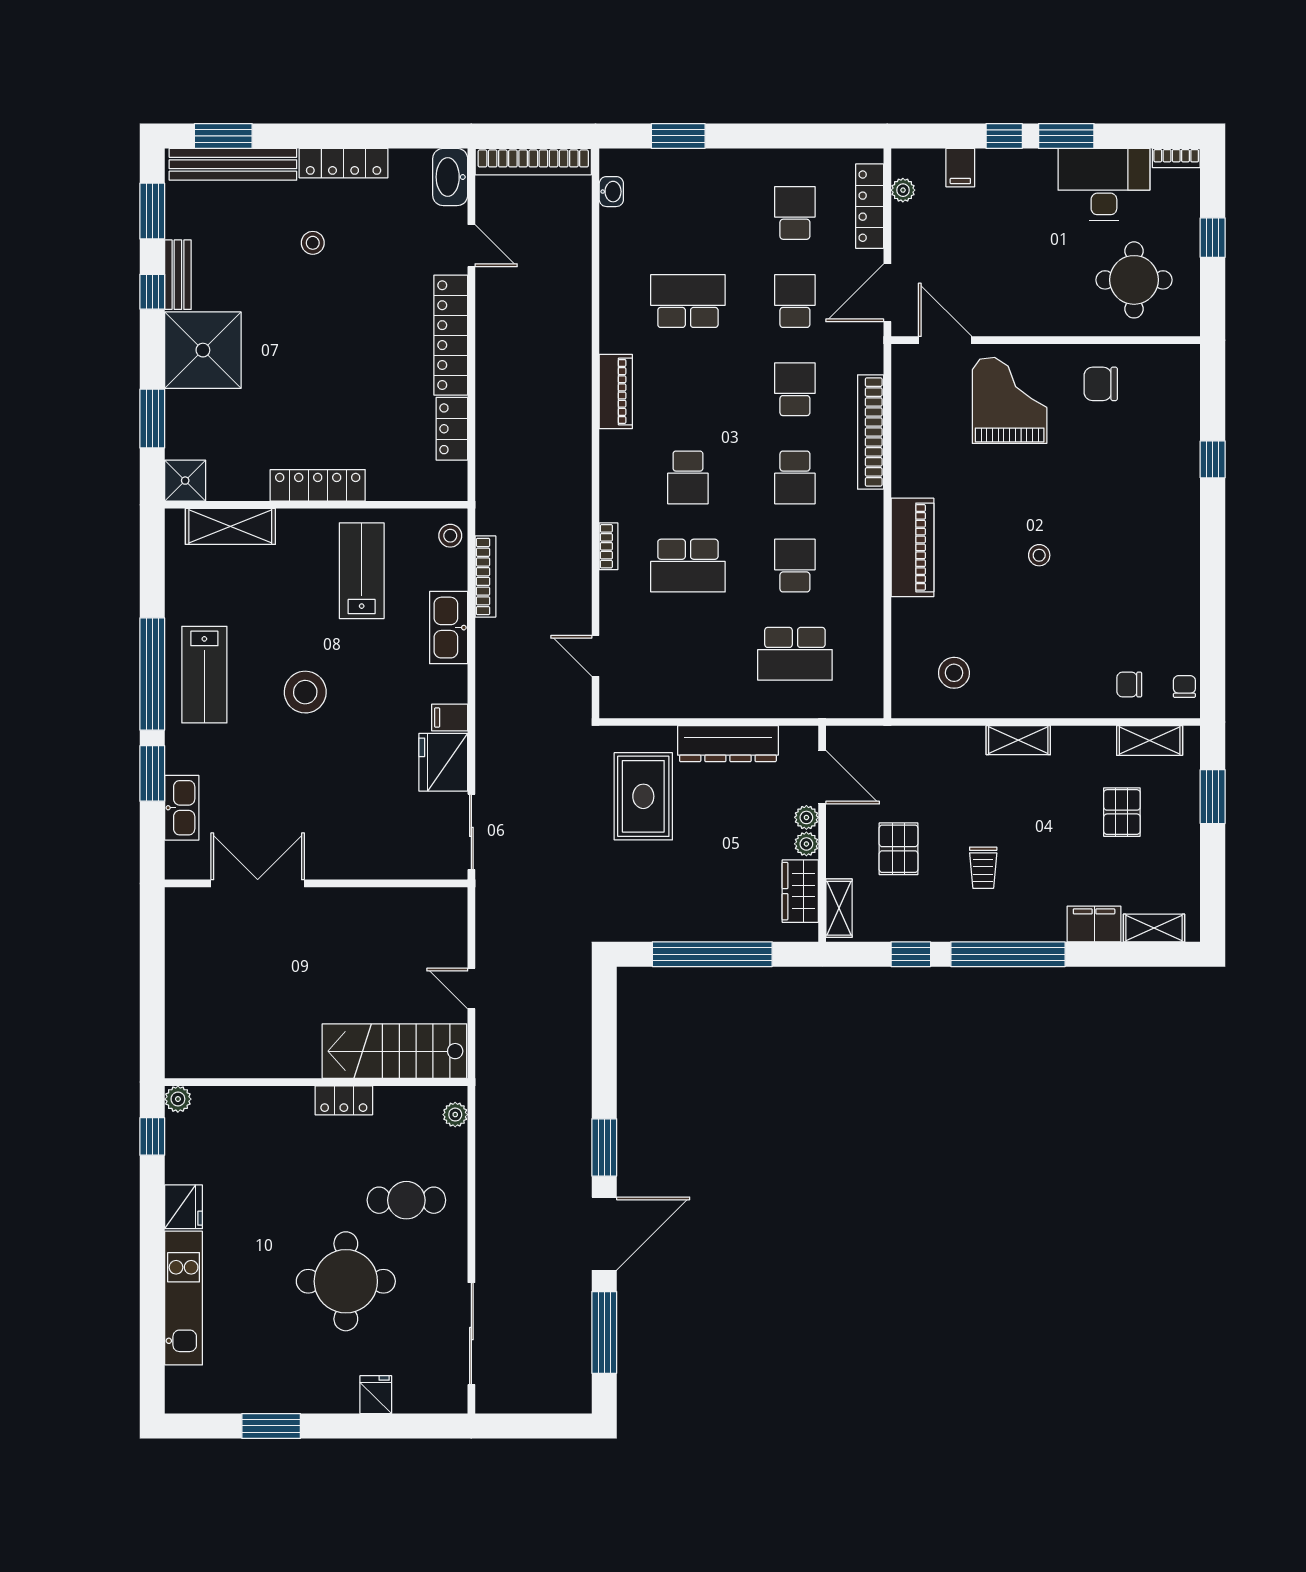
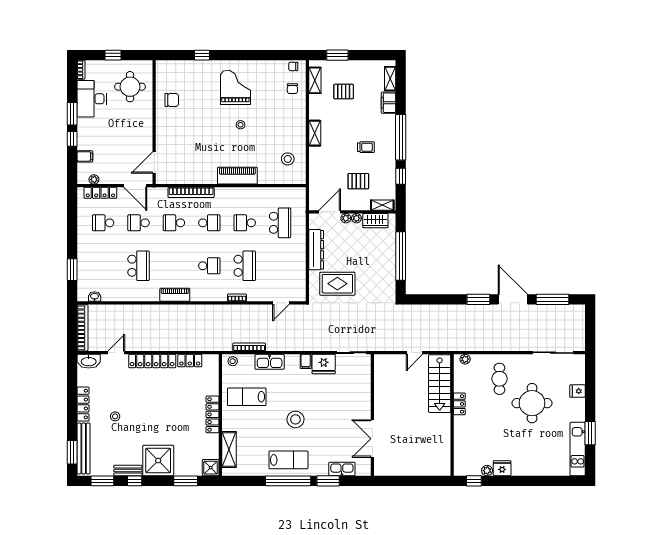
school desk: (688, 301) -> (138, 266), turned 180
chair: (1101, 384) -> (172, 100), turned -90
grand piano: (1010, 400) -> (235, 87), moved, turned 90
plant: (178, 1099) -> (487, 471), moved
kitchen unit: (184, 1298) -> (578, 449), moved, turned -90

